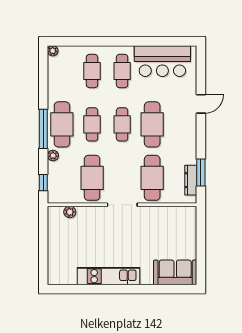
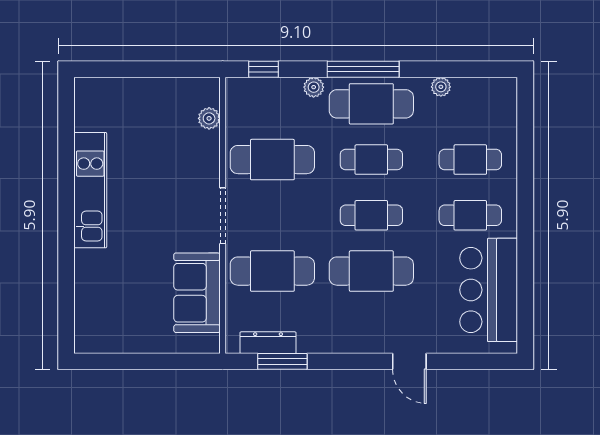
plant: (53, 51) -> (441, 87), moved
sofa: (175, 272) -> (197, 293), moved, turned 180

